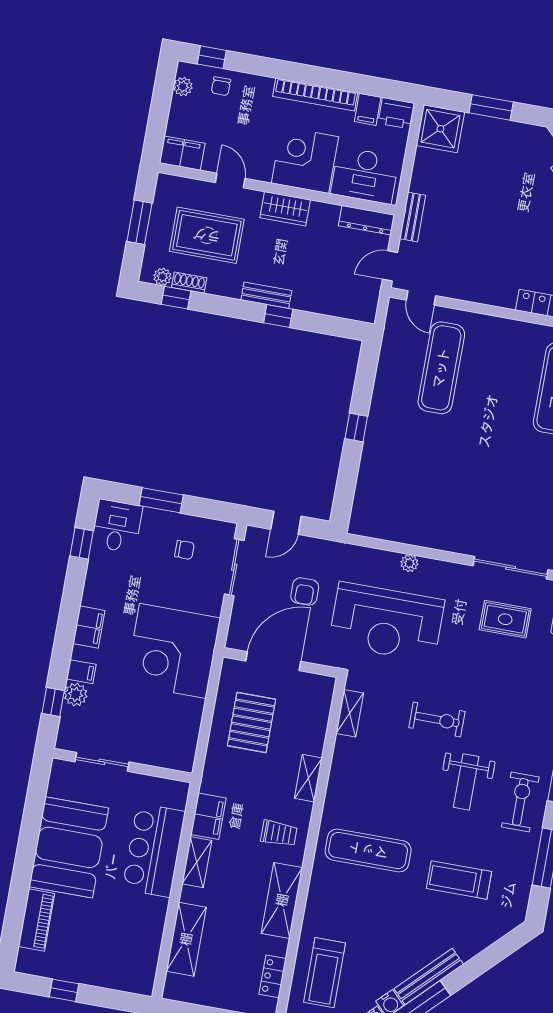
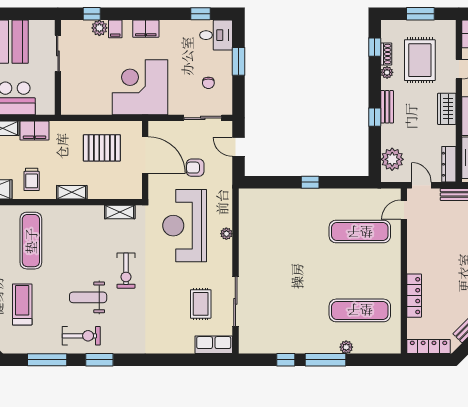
plant: (162, 277) -> (387, 72), moved
plant: (344, 302) -> (392, 159), added

